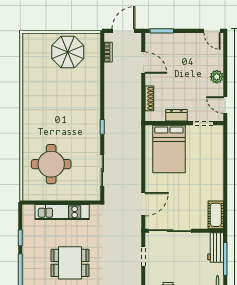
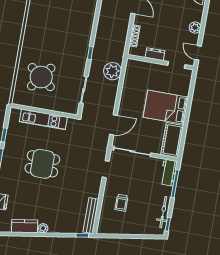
plant: (131, 143) -> (112, 71), added
bed: (169, 149) -> (166, 107), moved, turned 90
round table: (51, 164) -> (41, 77), turned 37
cot: (216, 215) -> (172, 140), width x1.37, depth x1.34

